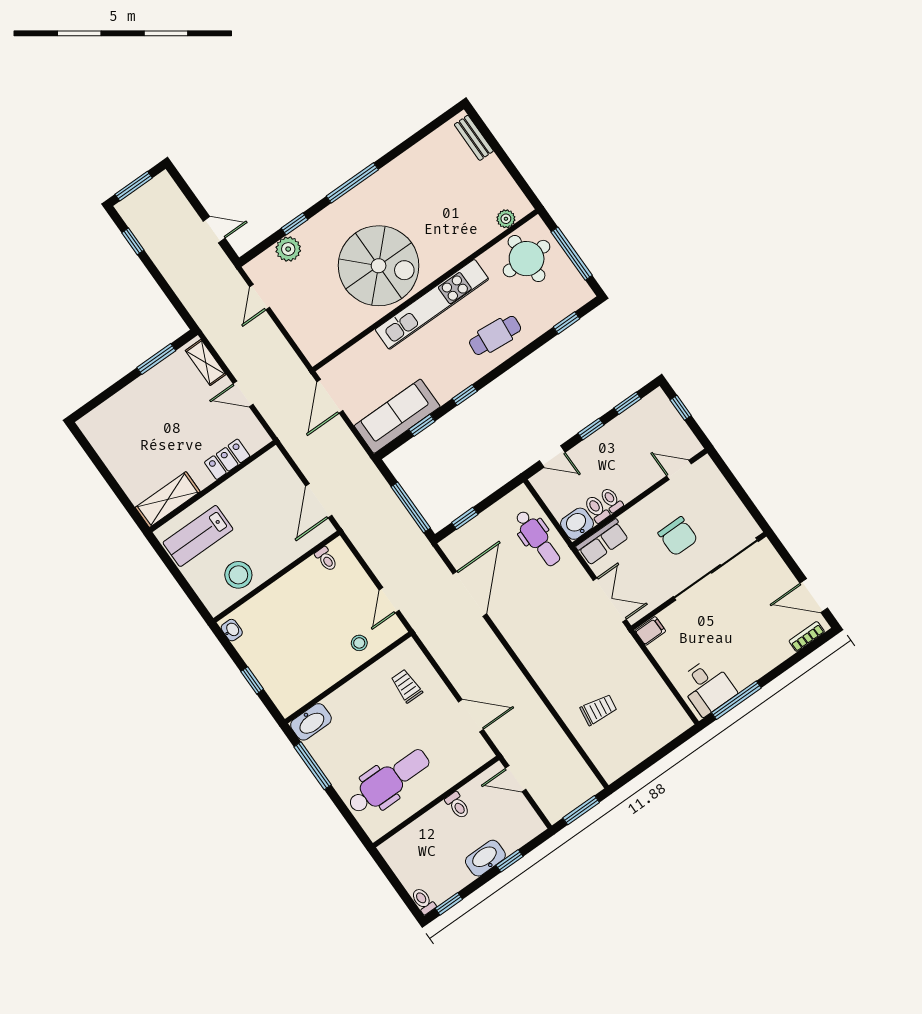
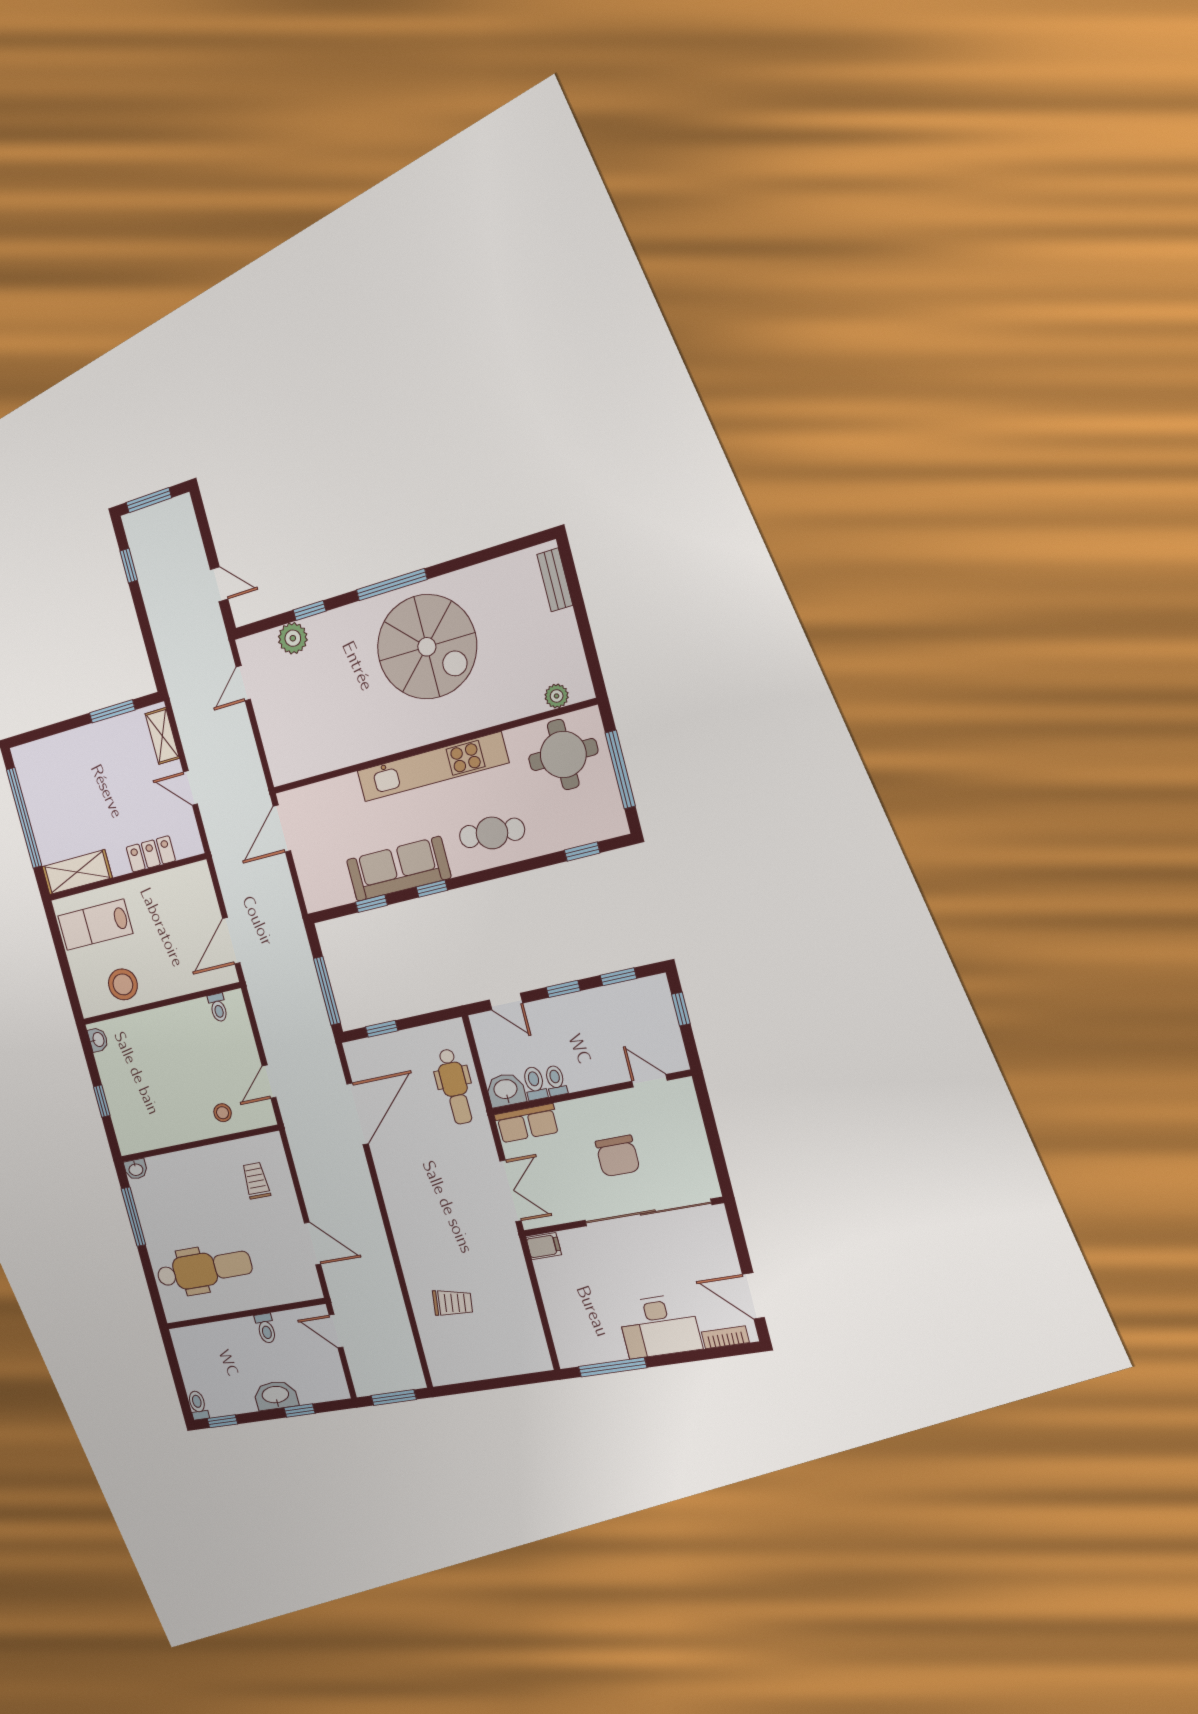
spiral stairs: (379, 266) -> (427, 647), moved
sofa: (397, 416) -> (398, 869), moved
window: (106, 474) -> (24, 818), added
desk: (707, 687) -> (659, 1326), moved, width x1.37
washbasin: (311, 722) -> (136, 1169), width x0.52, depth x0.69

